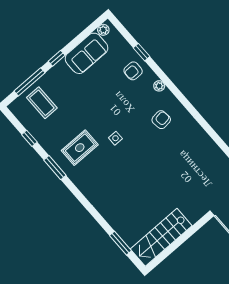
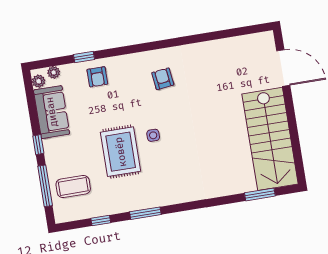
plant: (159, 86) -> (54, 72), moved
rug: (80, 148) -> (121, 152), moved, width x1.36, depth x1.43
stairs: (161, 237) -> (270, 139), width x1.36, depth x1.51

